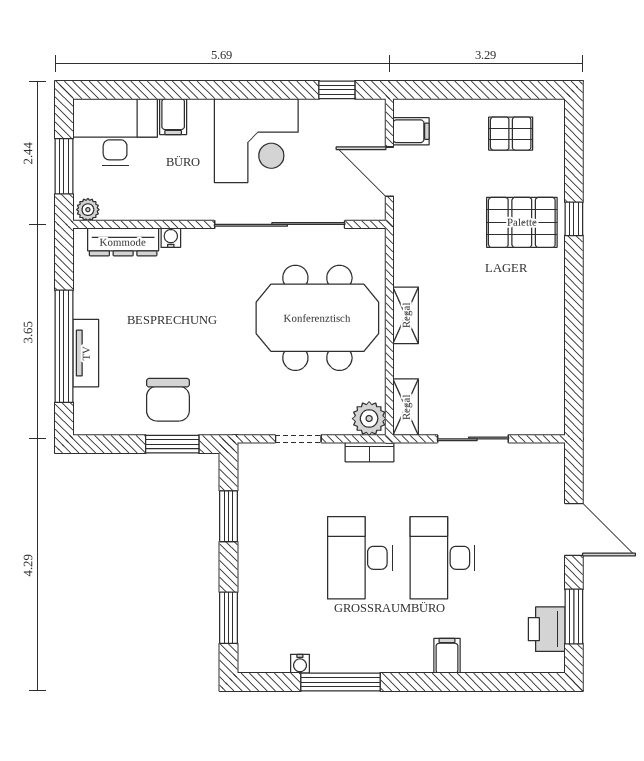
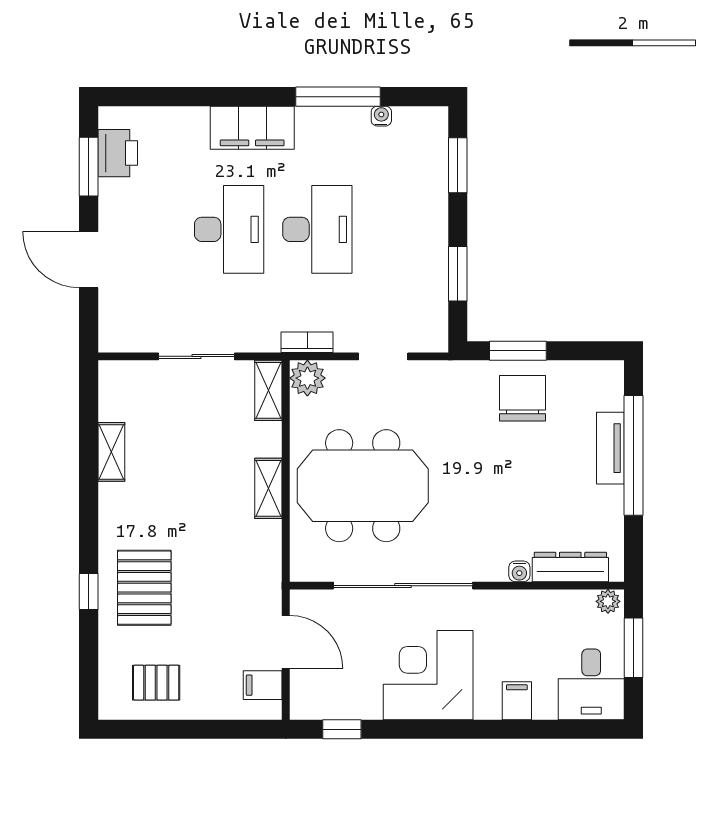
desk: (115, 132) -> (591, 684), width x0.73
pallet: (522, 222) -> (144, 588), turned 90
shelving: (553, 349) -> (111, 452), added
filing cabinet: (447, 656) -> (252, 128), width x3.00, depth x1.17

